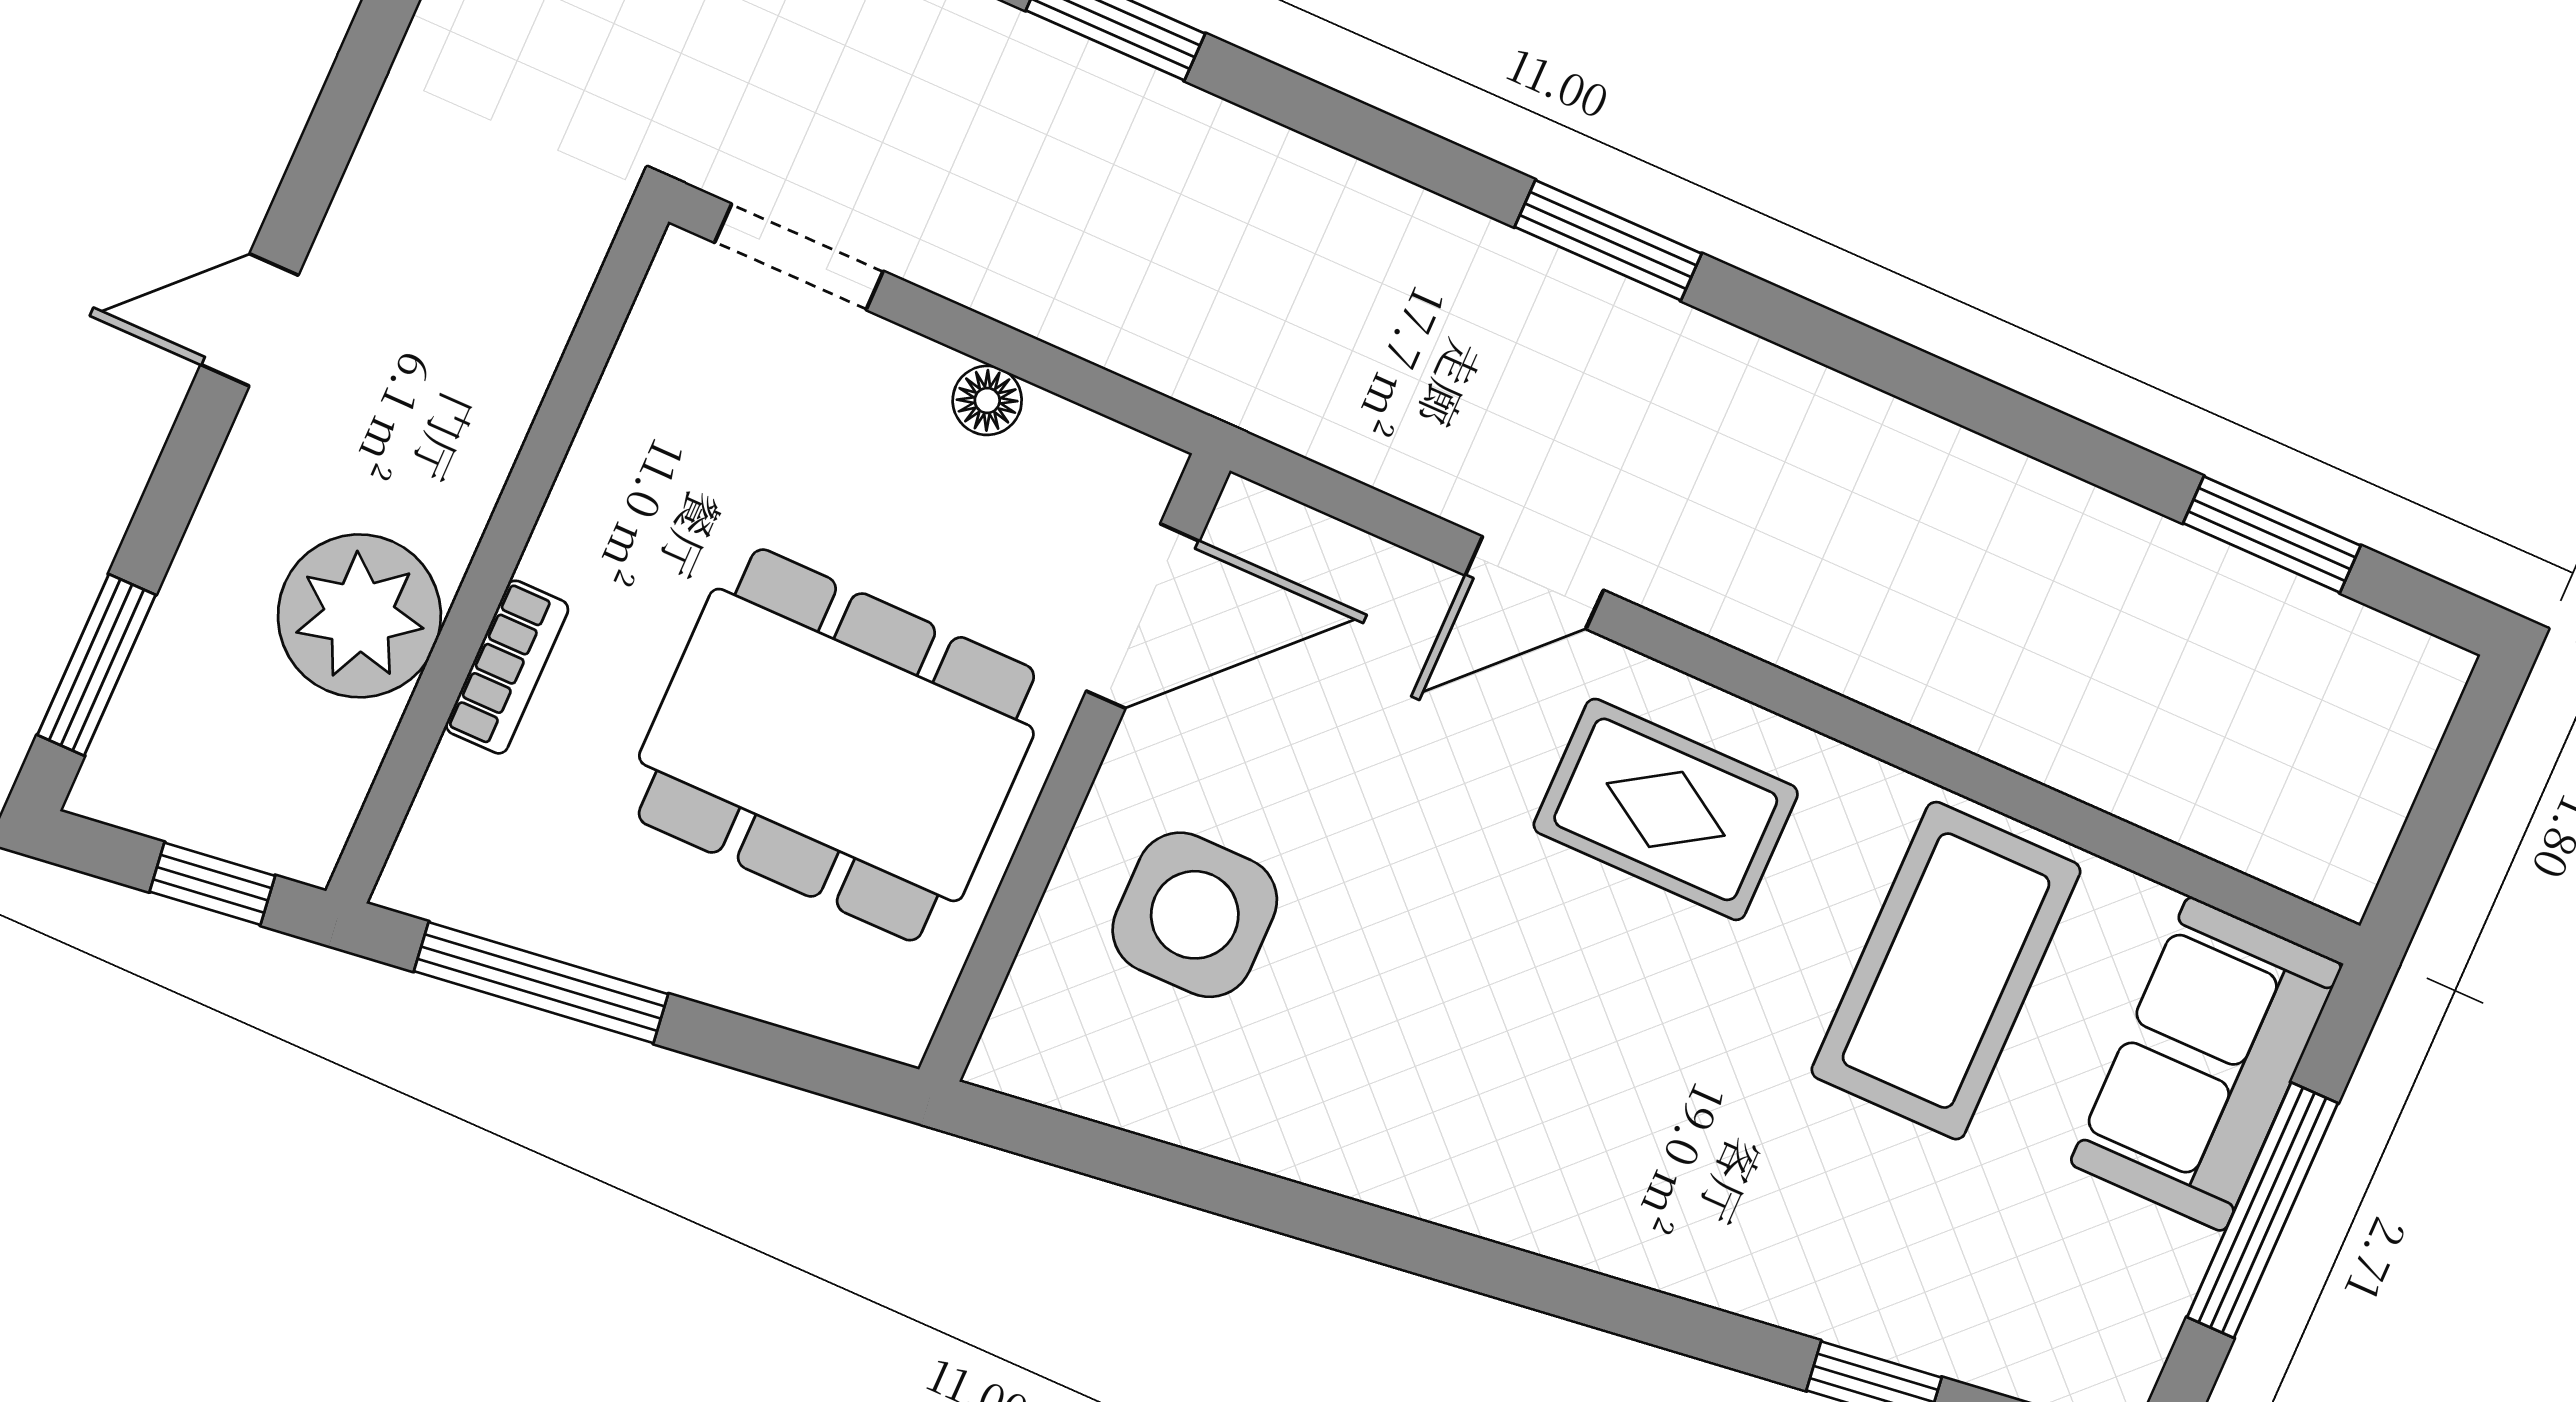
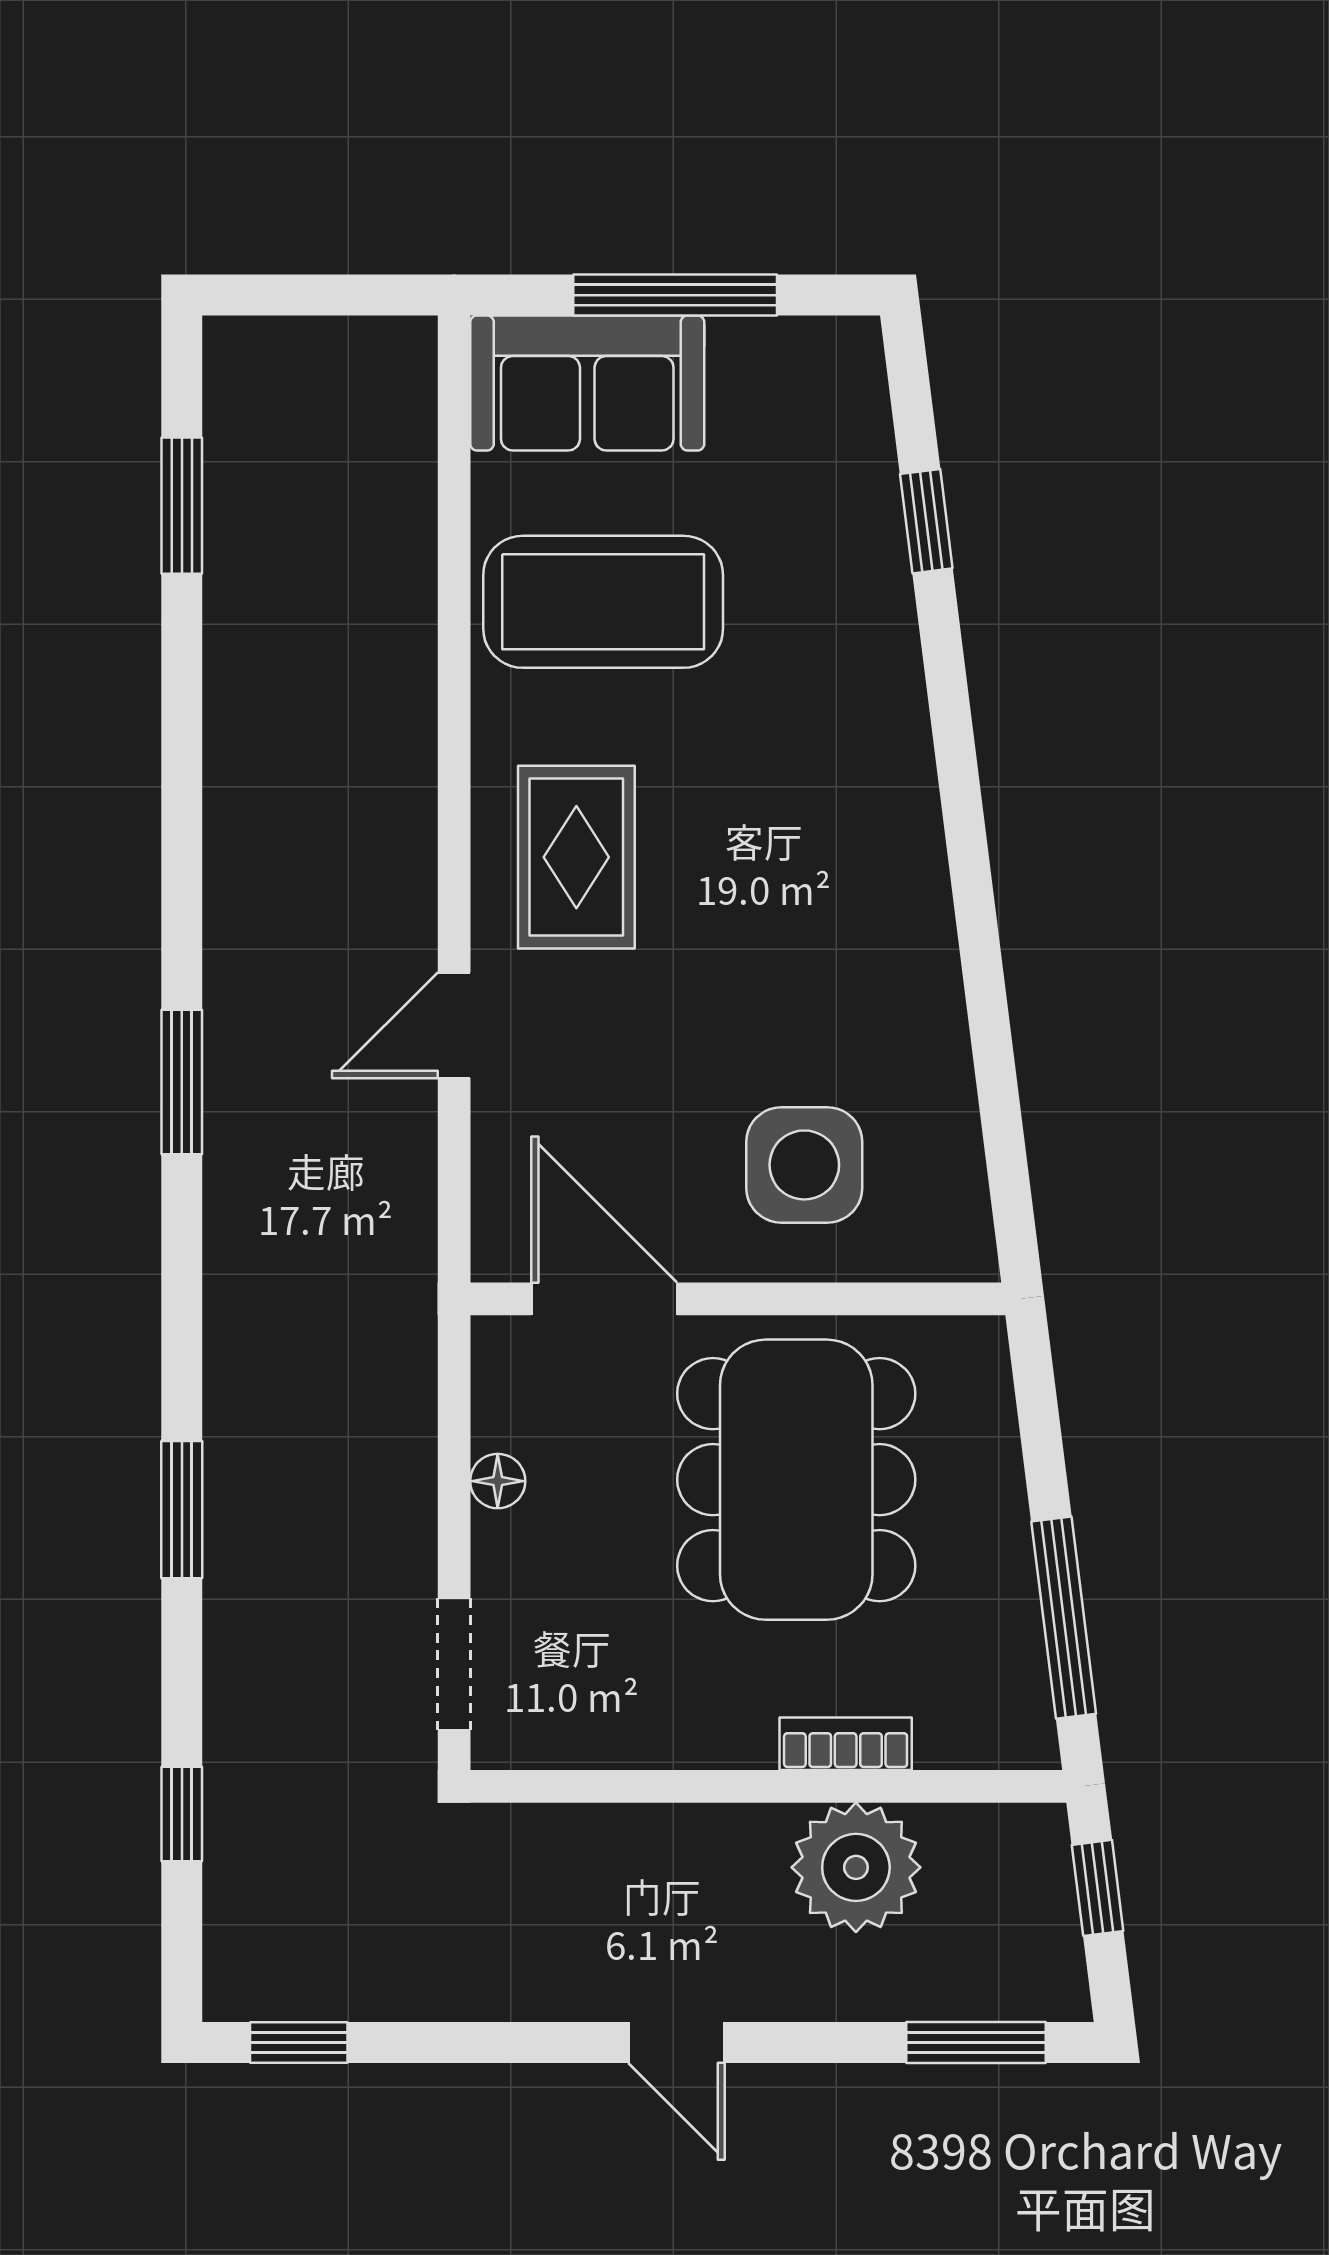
door: (1534, 583) -> (454, 1025), swing flipped

